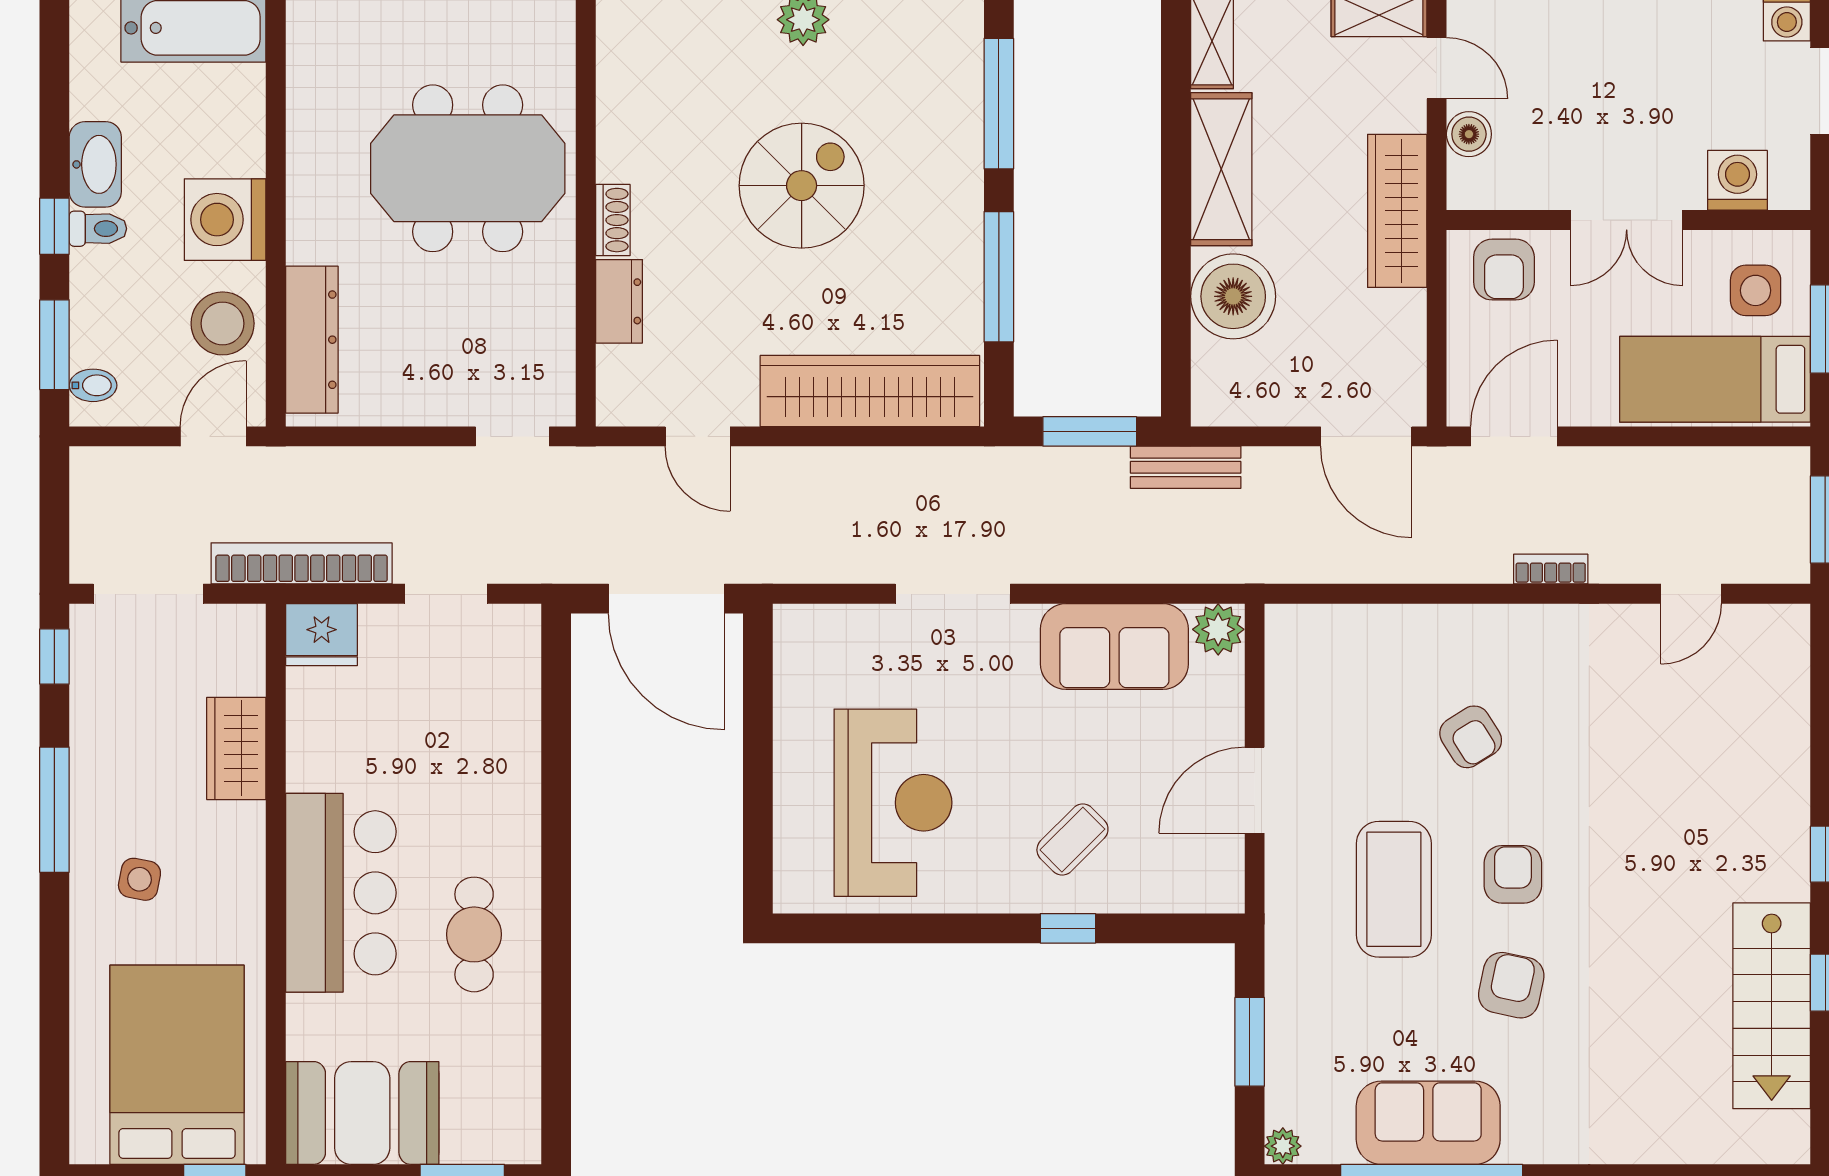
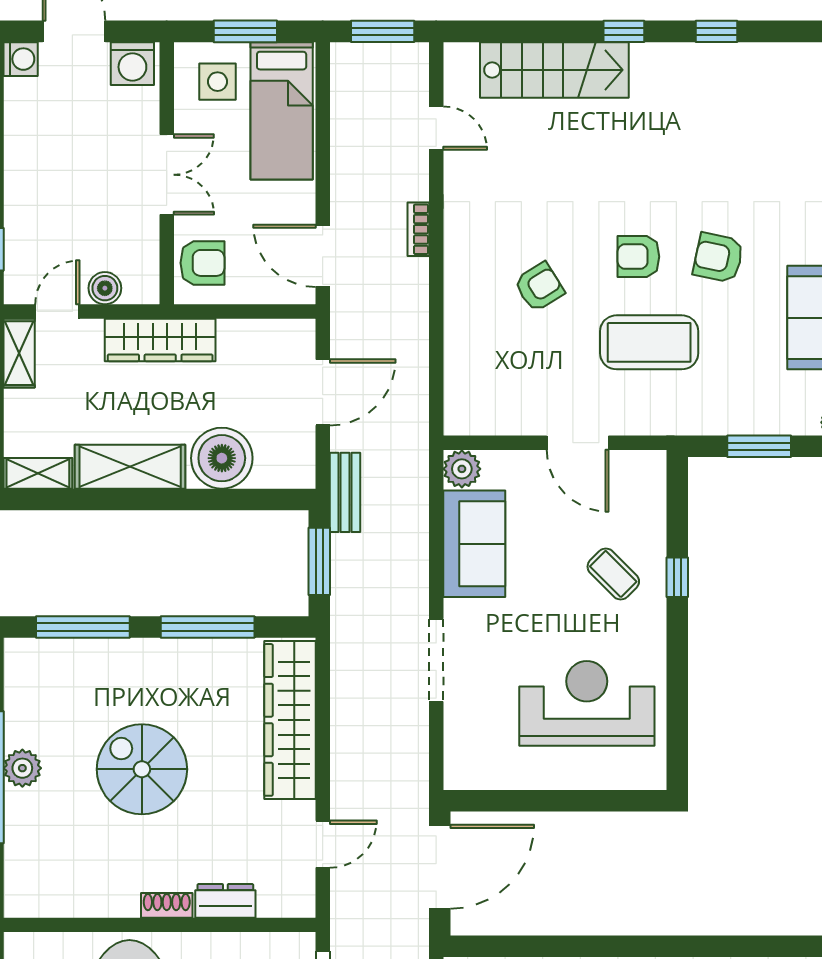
washing machine: (1737, 180) -> (132, 64), moved, turned -90
door: (1366, 436) -> (323, 392), moved
stairs: (1772, 1006) -> (554, 70), moved

